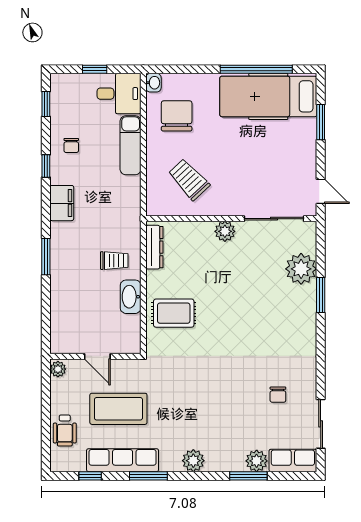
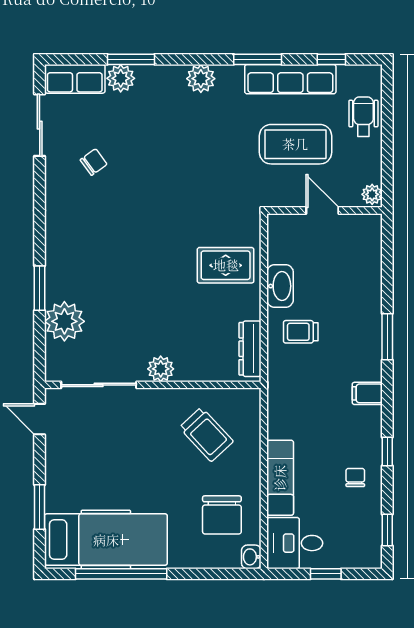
filing cabinet: (62, 203) -> (367, 393), width x0.50
chair: (278, 395) -> (94, 162), turned 54

